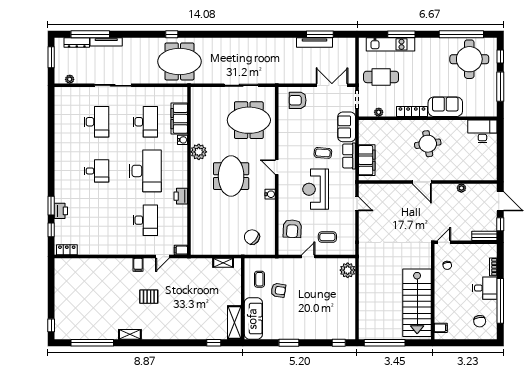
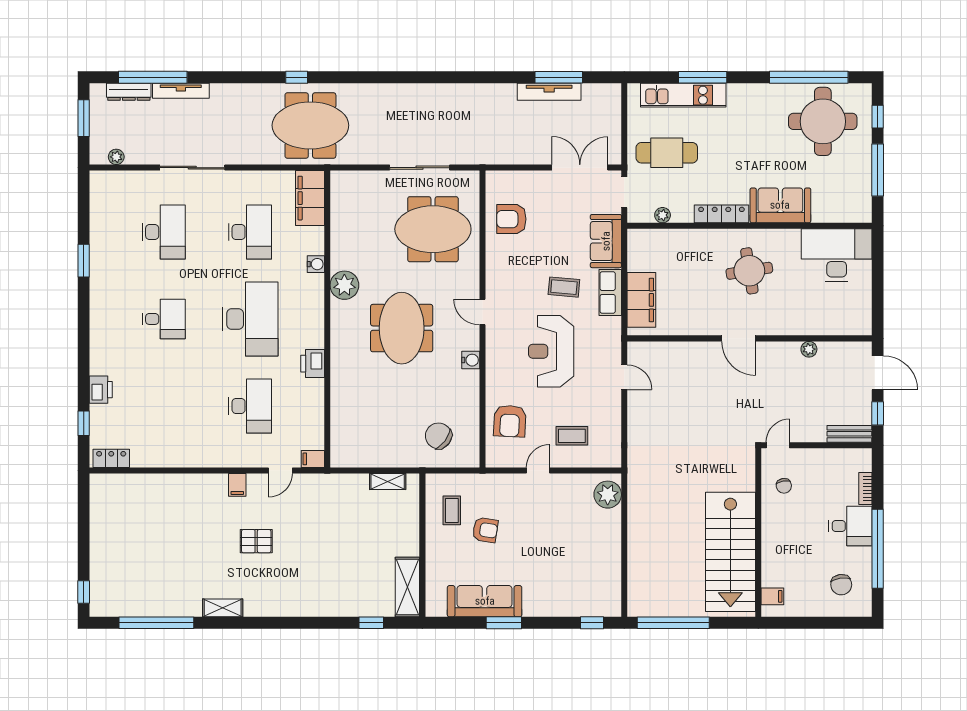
armchair: (298, 100) -> (511, 219), moved
filing cabinet: (179, 119) -> (310, 198), moved
desk: (482, 131) -> (837, 255), width x1.36, depth x1.30
window: (51, 206) -> (84, 261), moved
sofa: (253, 319) -> (485, 601), moved, turned -90

